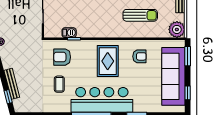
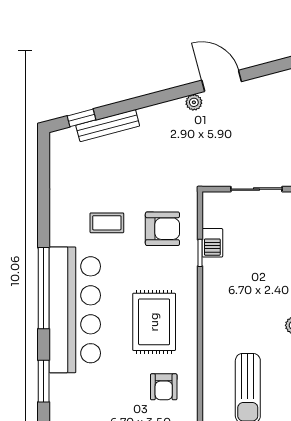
armchair: (62, 57) -> (162, 229), turned 90
rug: (108, 61) -> (154, 322), turned 90

